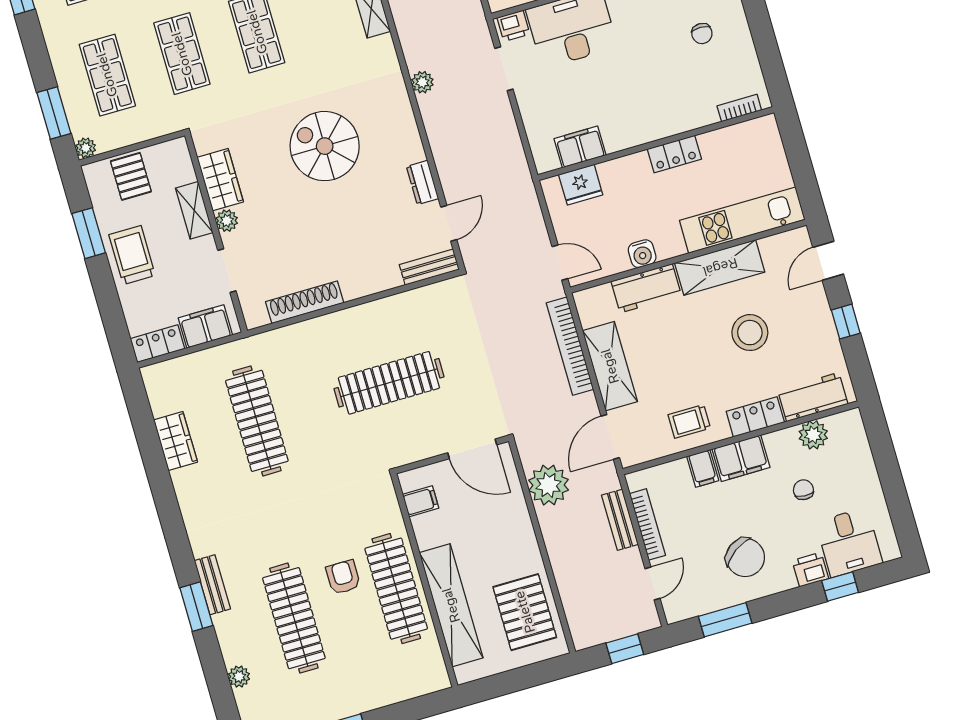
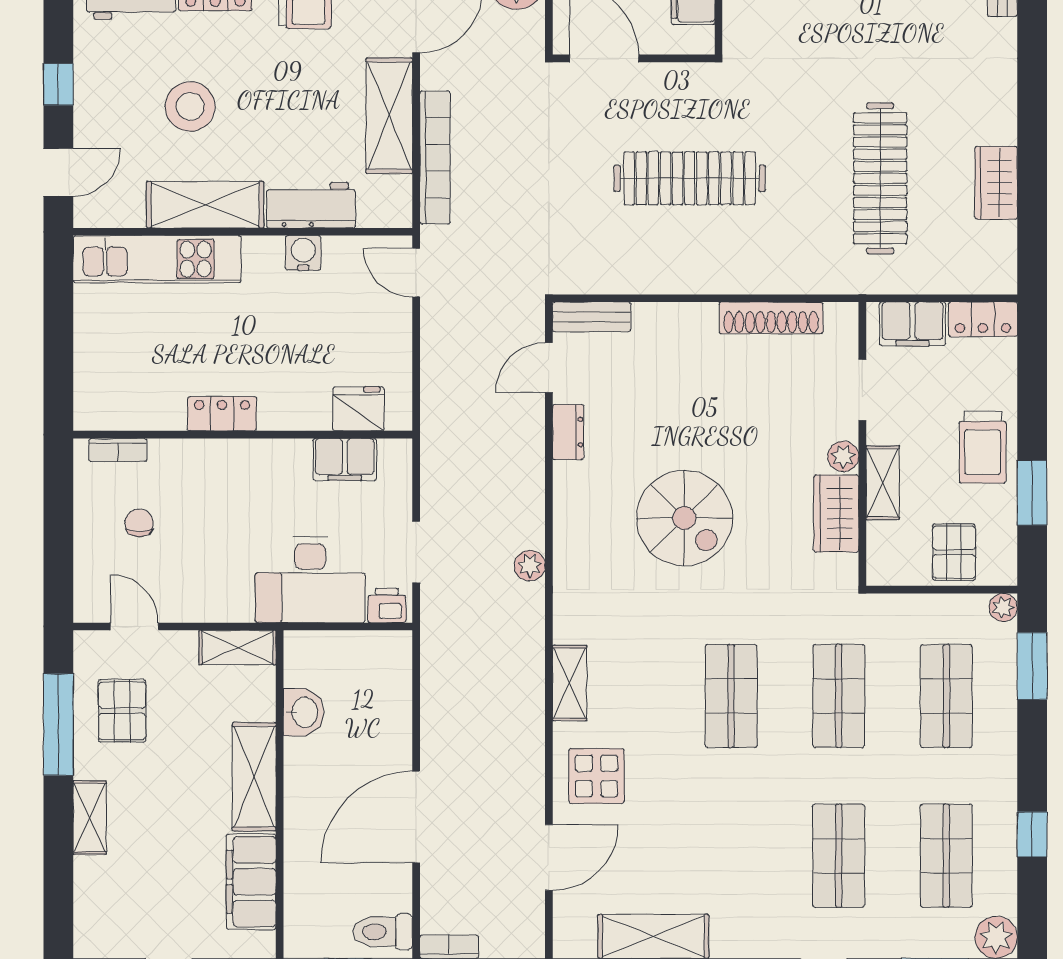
bookcase: (739, 108) -> (118, 450), moved
wall: (656, 144) -> (243, 435), moved
filing cabinet: (580, 147) -> (345, 459), moved
locker: (674, 154) -> (222, 414), moved
fridge: (581, 185) -> (358, 409), moved

